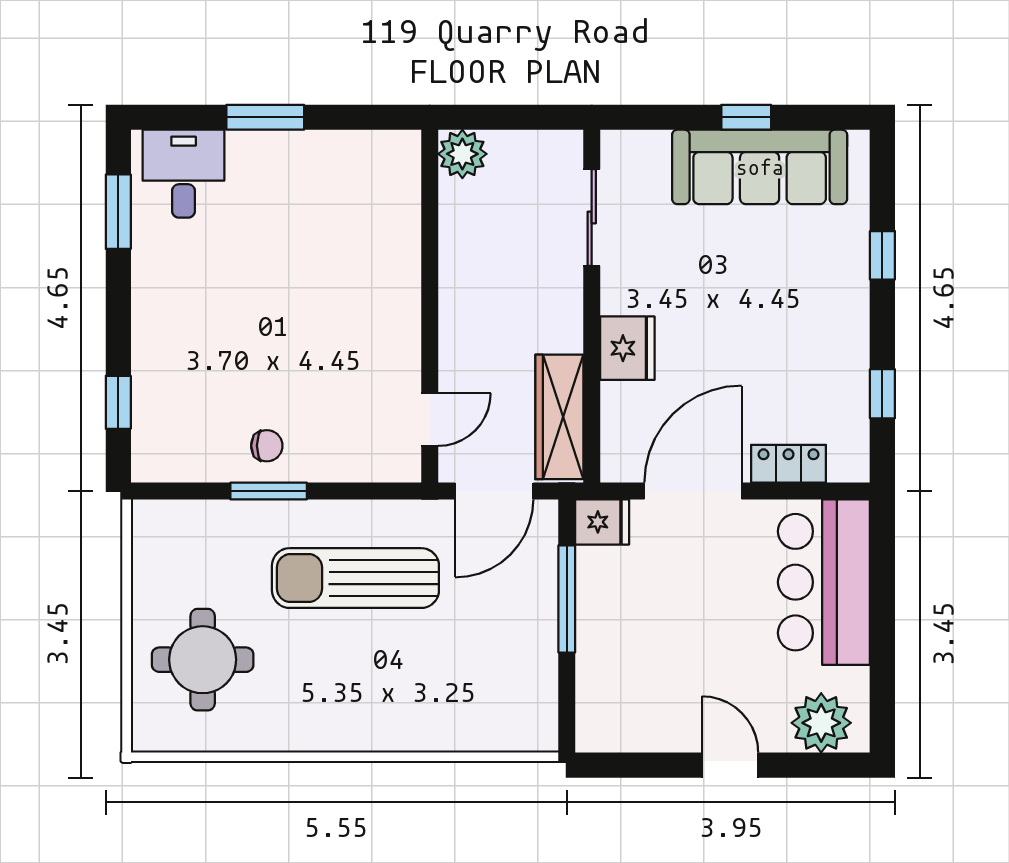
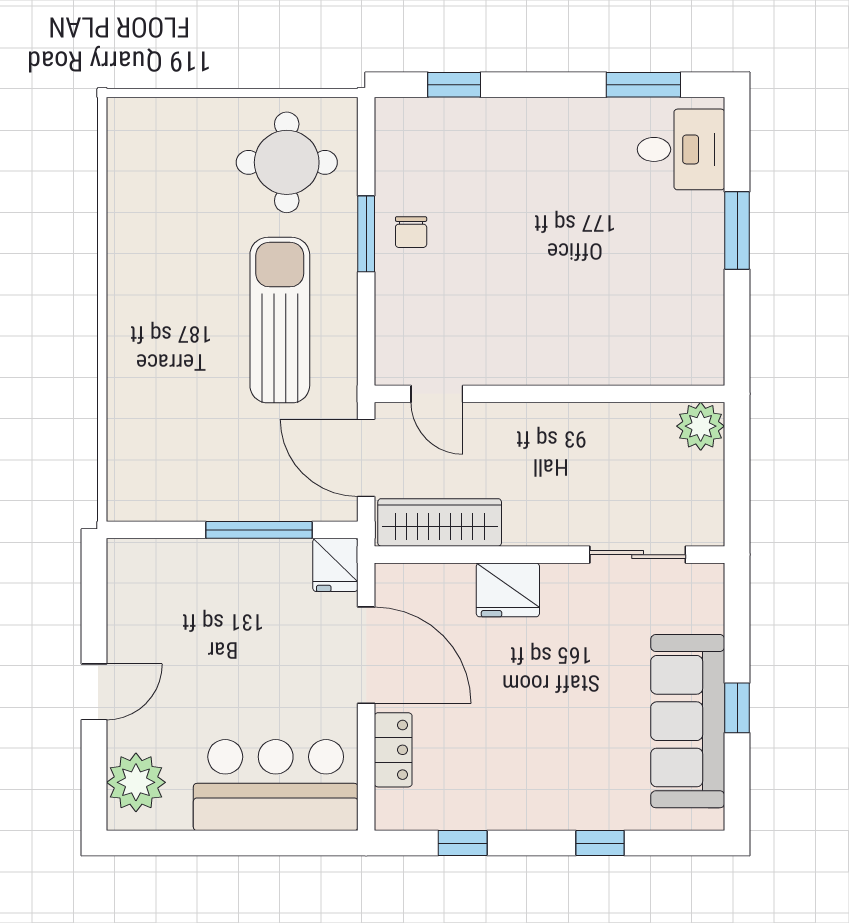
round table: (203, 660) -> (287, 162), moved

